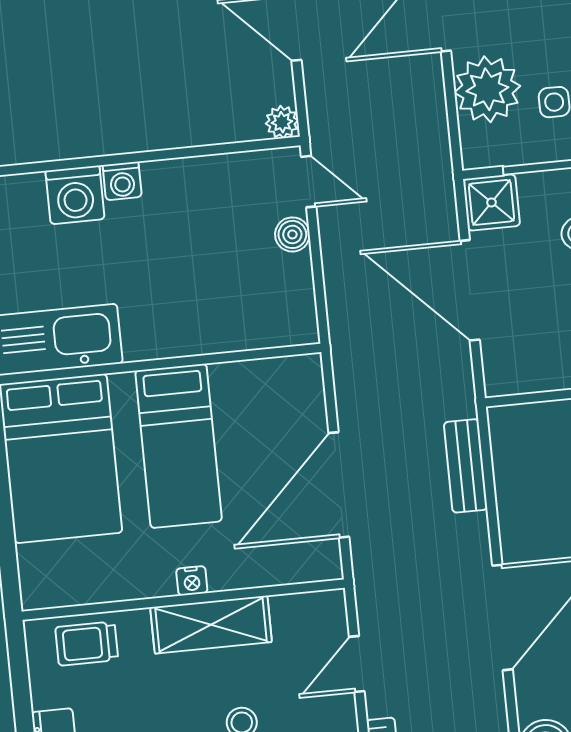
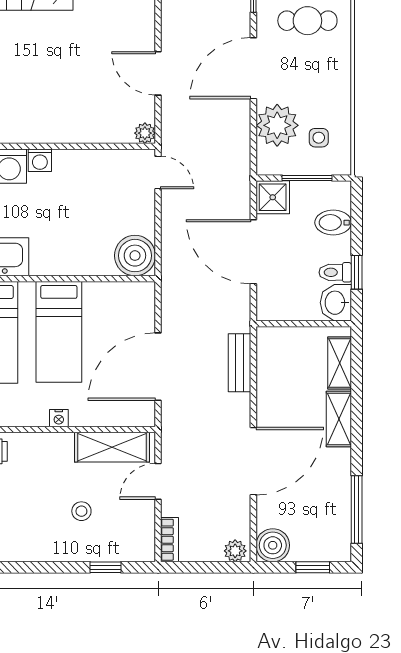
boiler: (292, 234) -> (135, 256), moved, width x1.86, depth x1.86
shelving: (211, 625) -> (112, 447), moved

